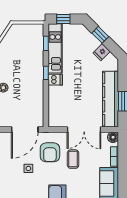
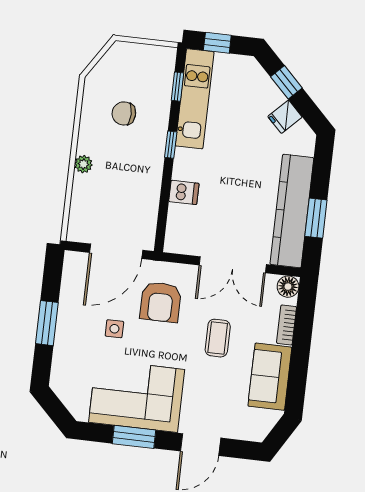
chair: (21, 60) -> (124, 113), added
dishwasher: (55, 80) -> (184, 192), moved
coffee table: (73, 159) -> (218, 338), moved

